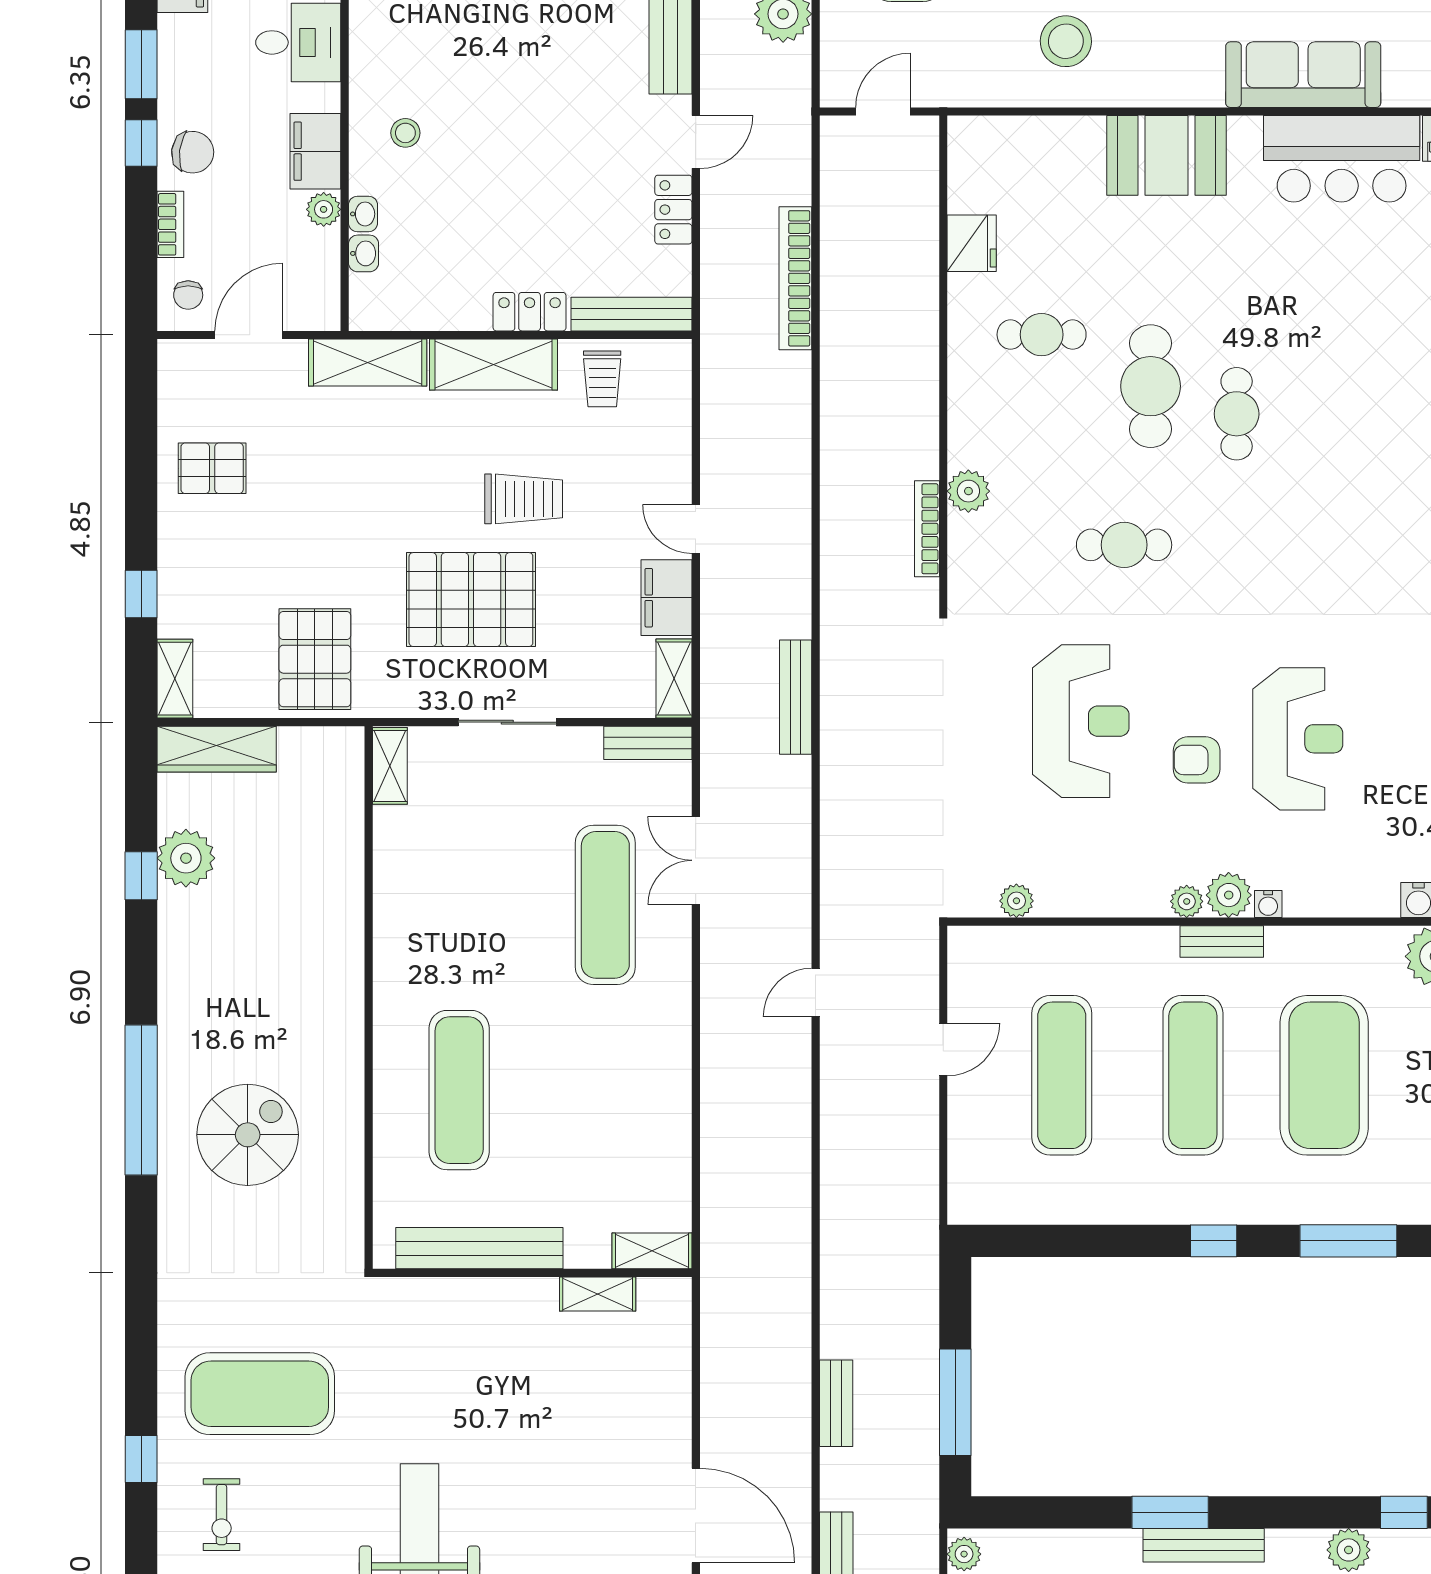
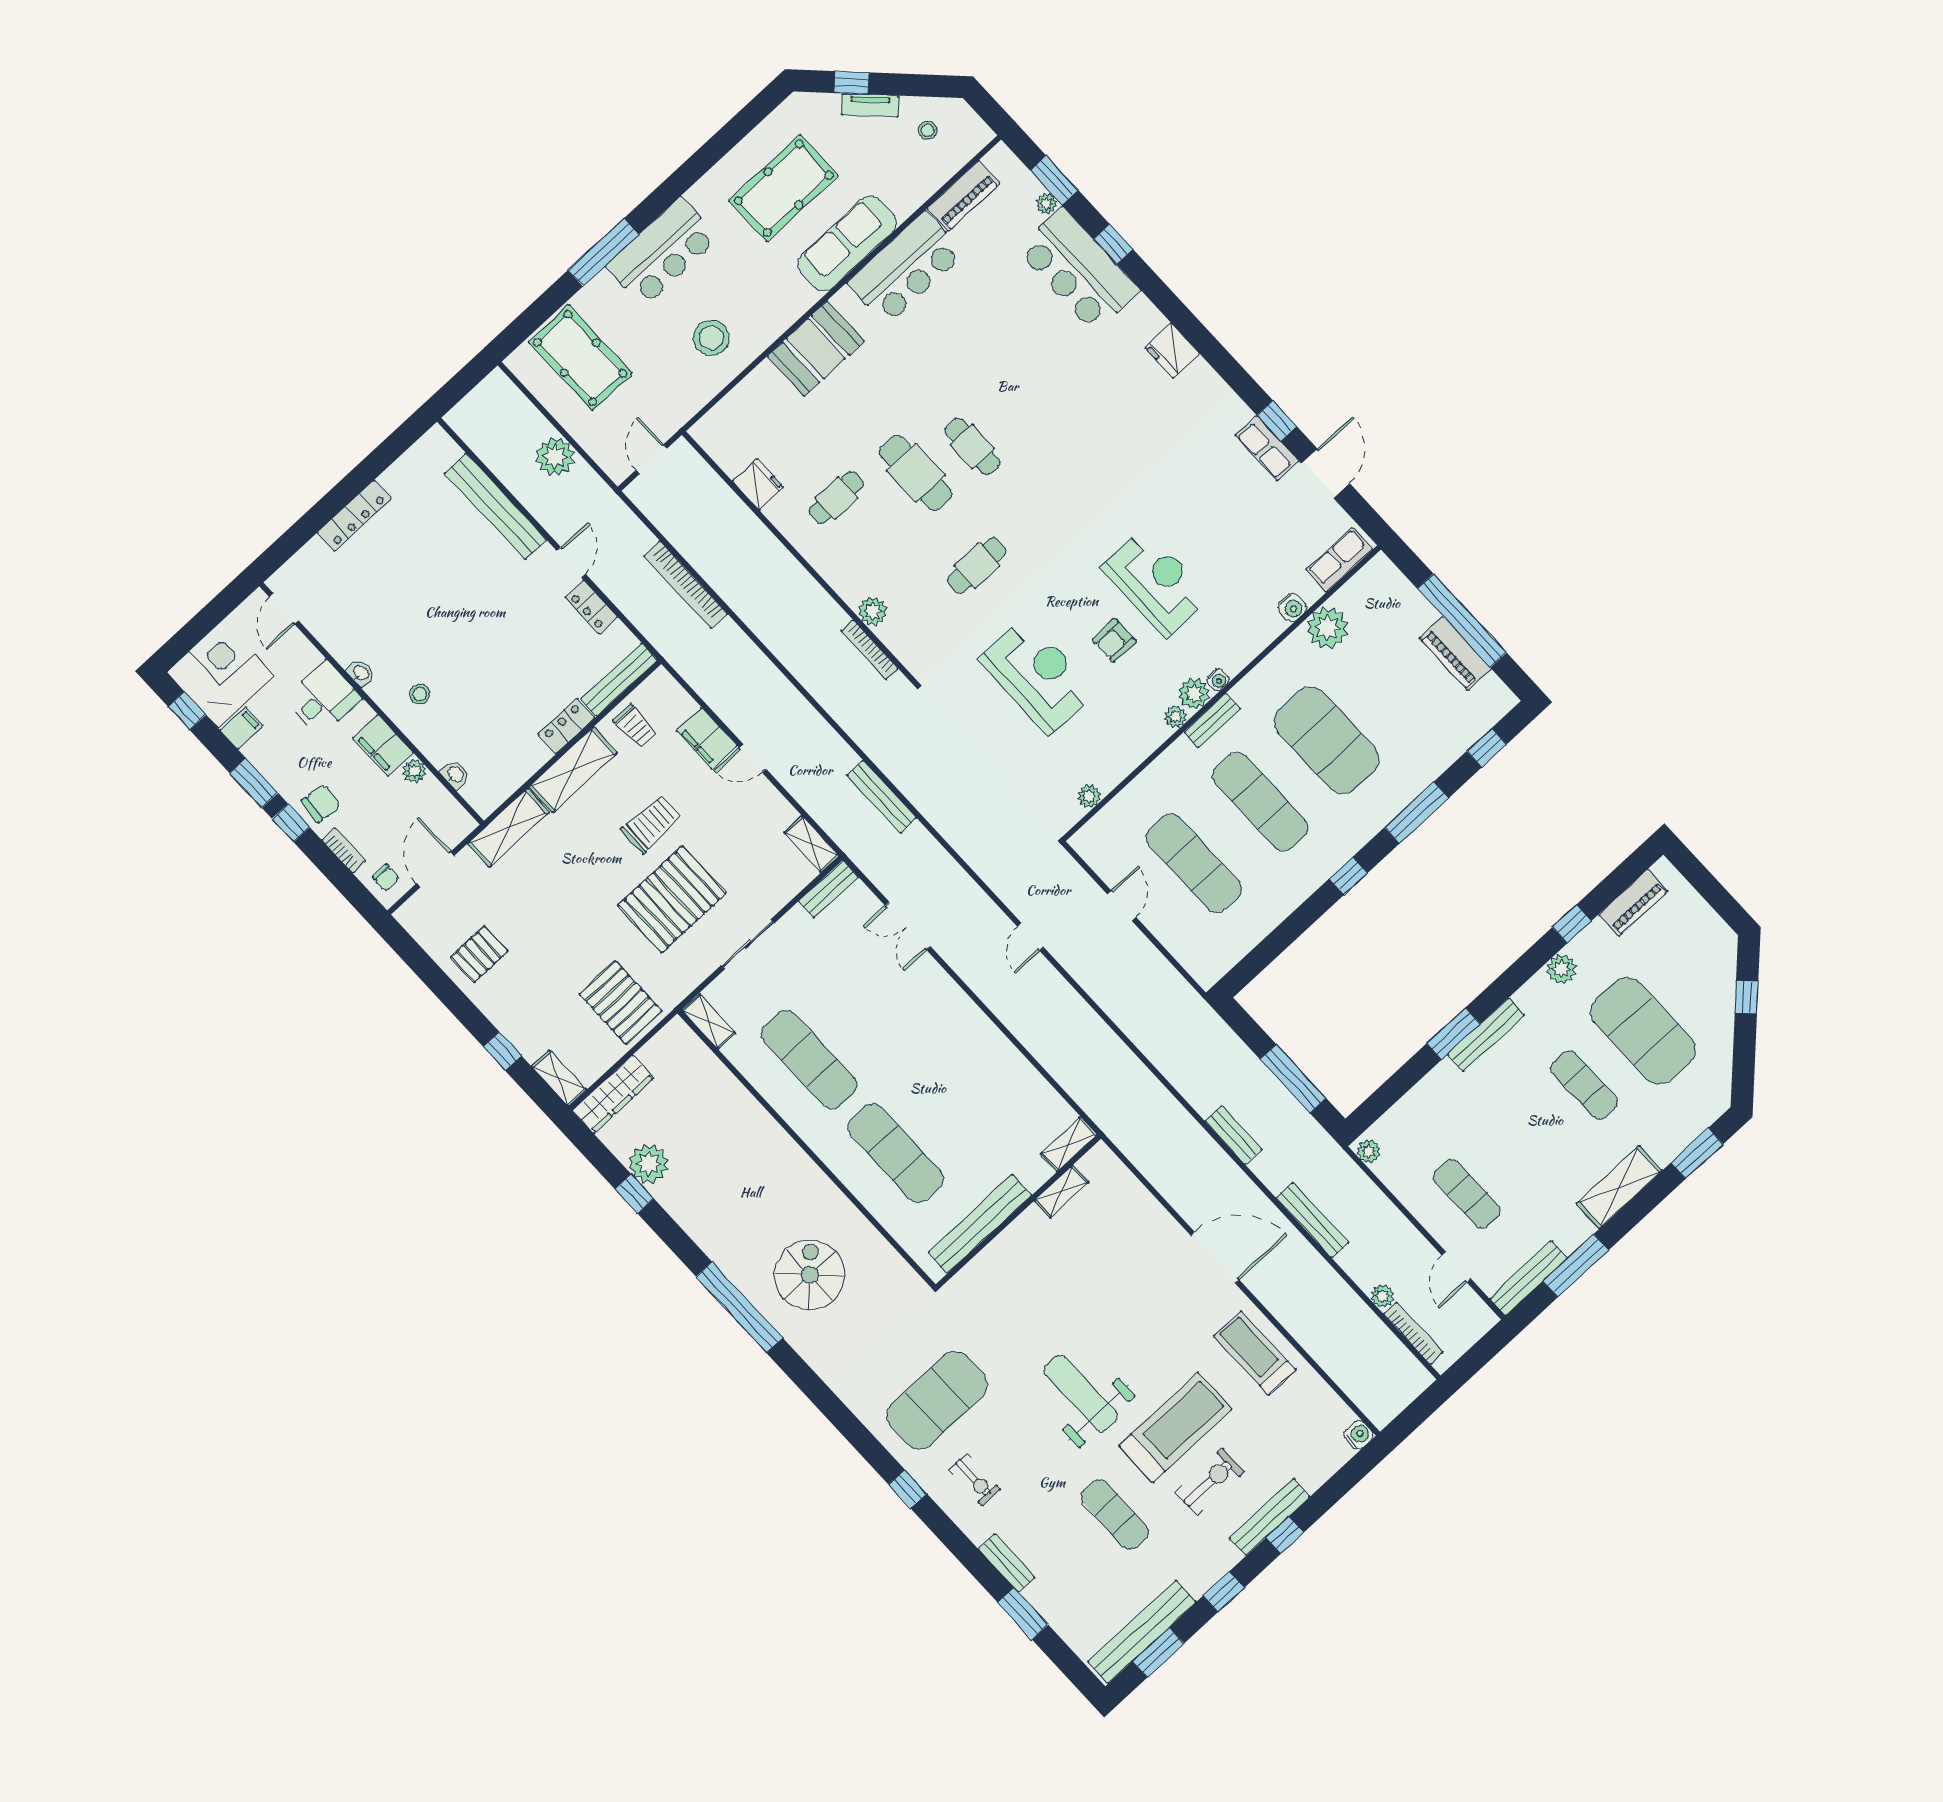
washbasin: (363, 214) -> (361, 673), moved
filing cabinet: (666, 598) -> (707, 738), moved
exercise mat: (605, 905) -> (809, 1059), moved

